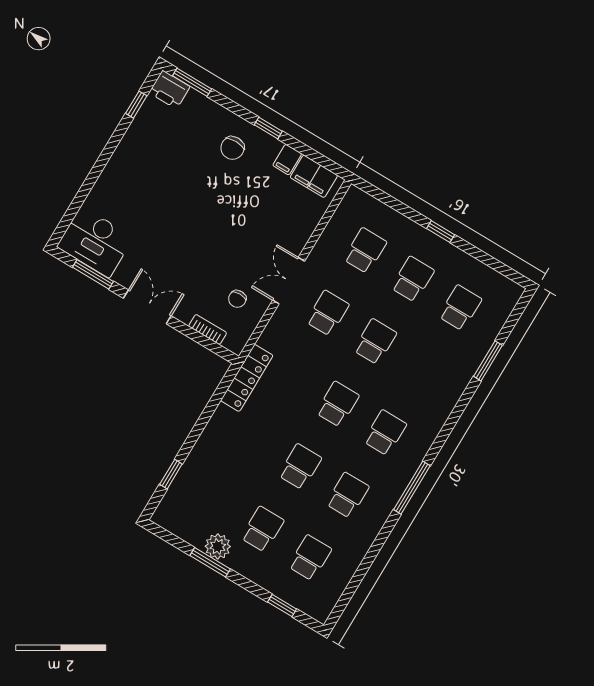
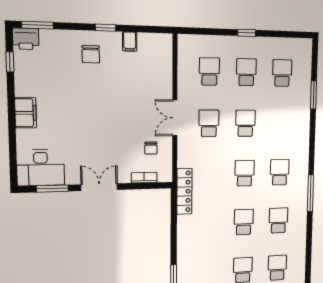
filing cabinet: (314, 176) -> (26, 113), moved, turned -90

